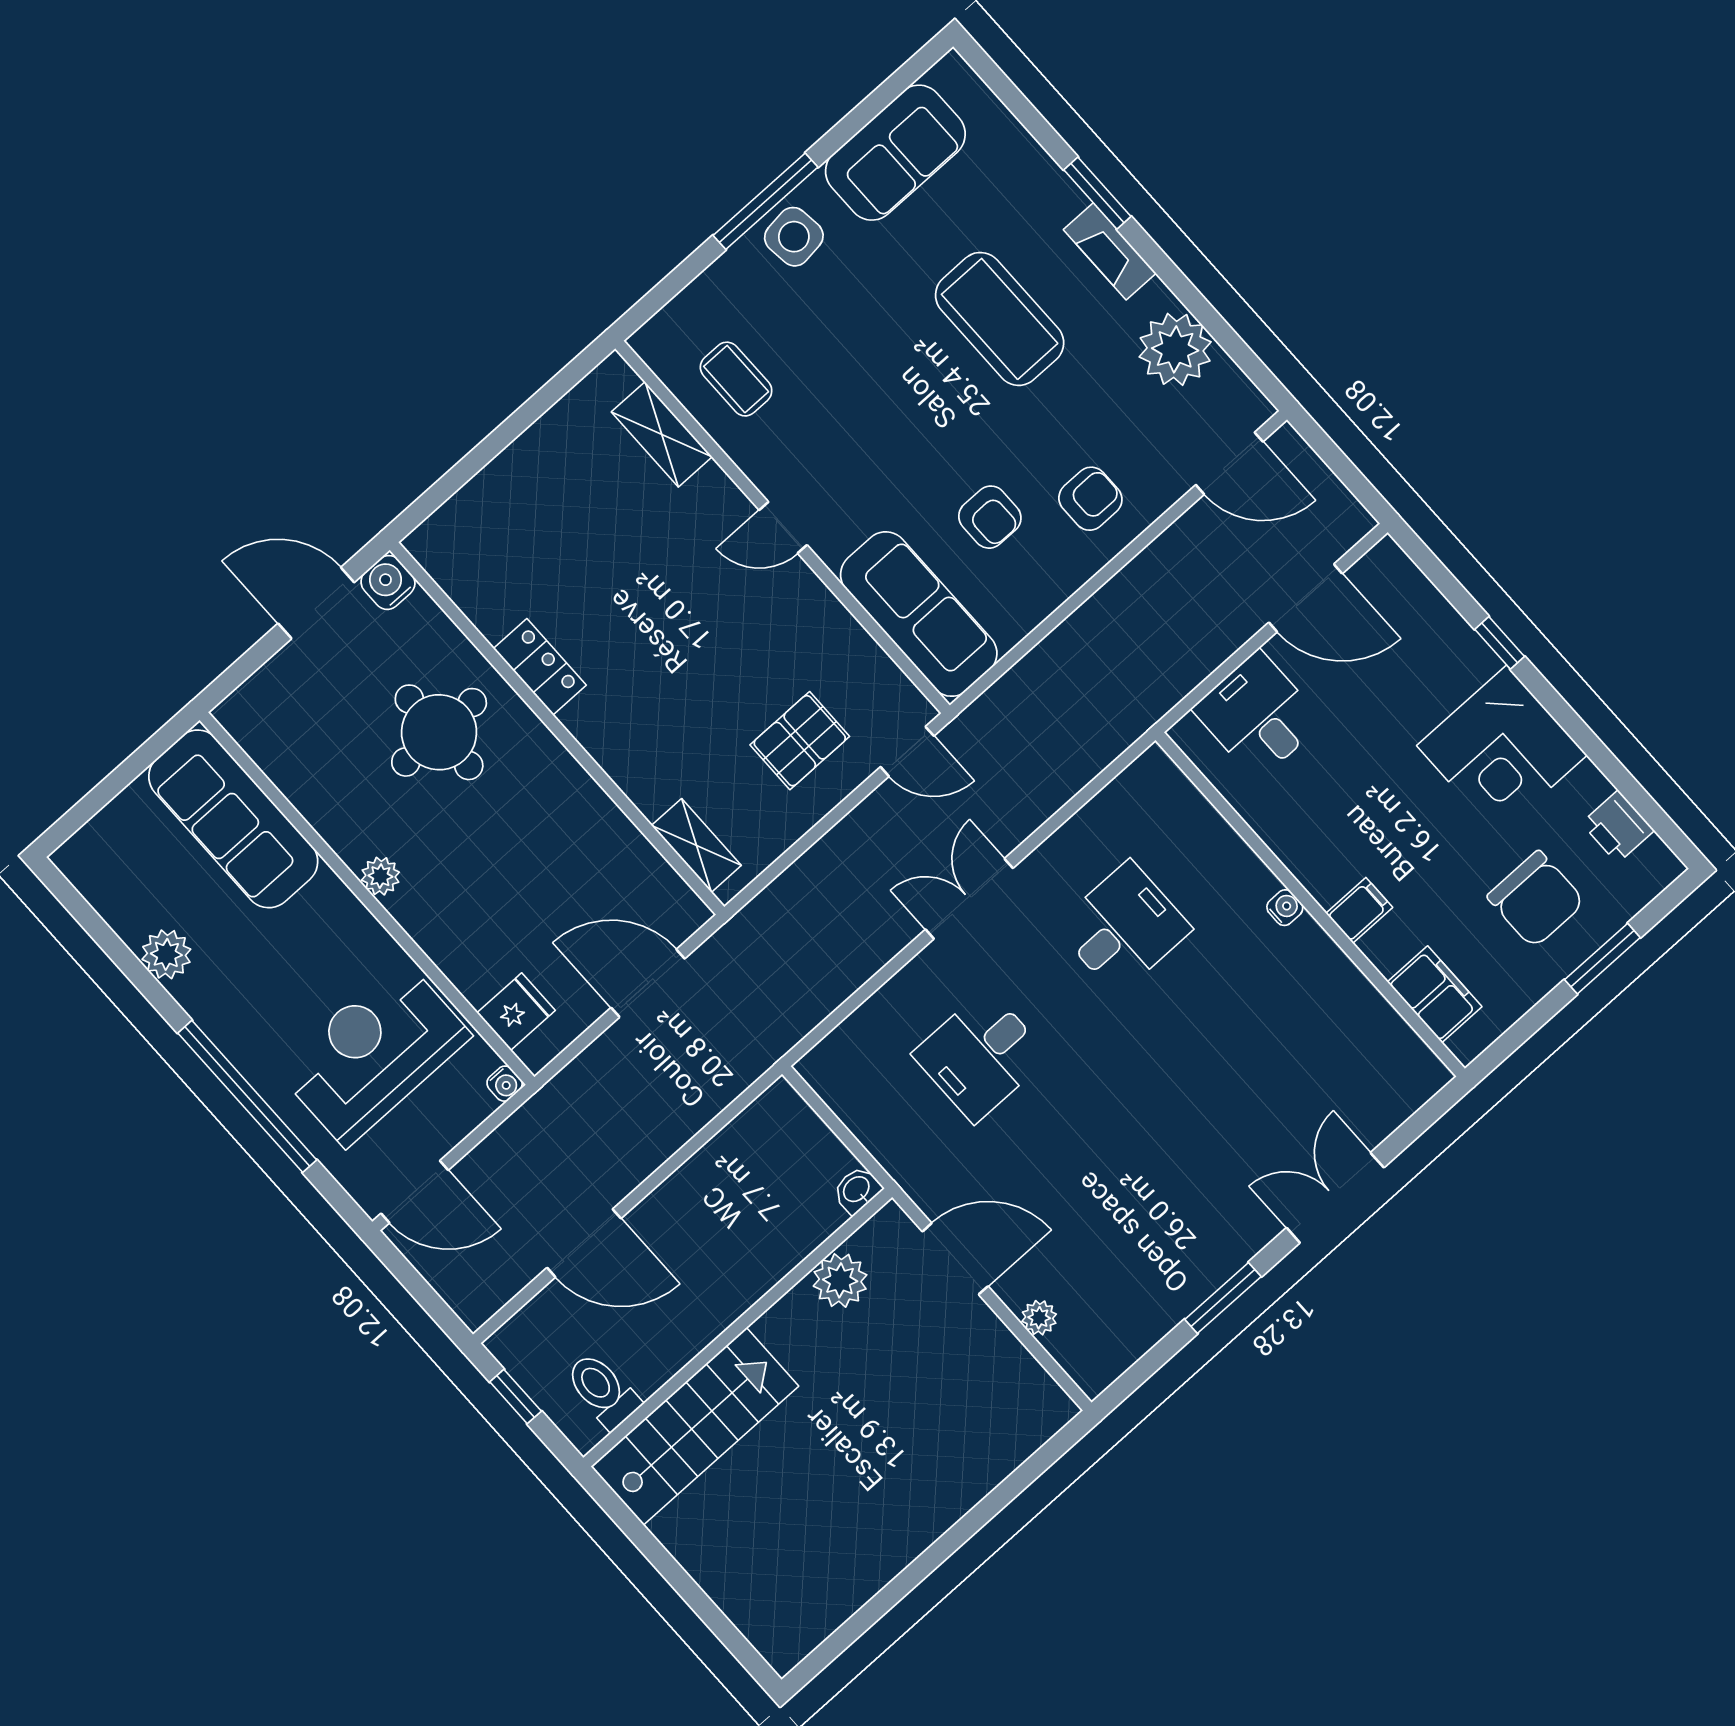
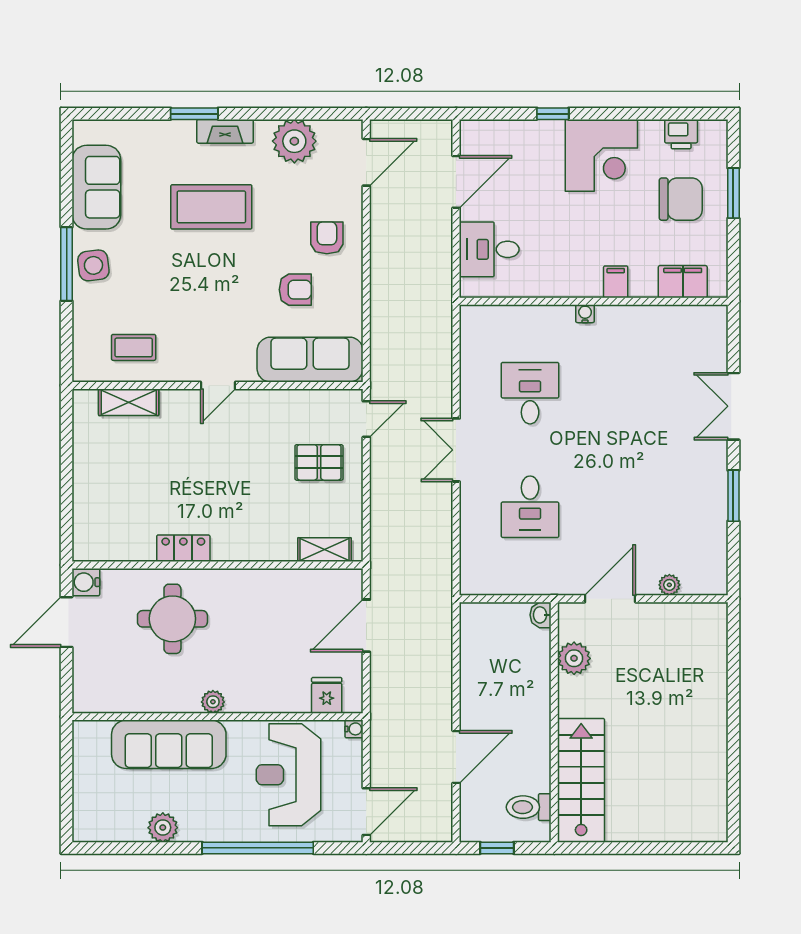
pallet: (800, 741) -> (319, 462), turned 90
sofa: (233, 819) -> (169, 744), moved

